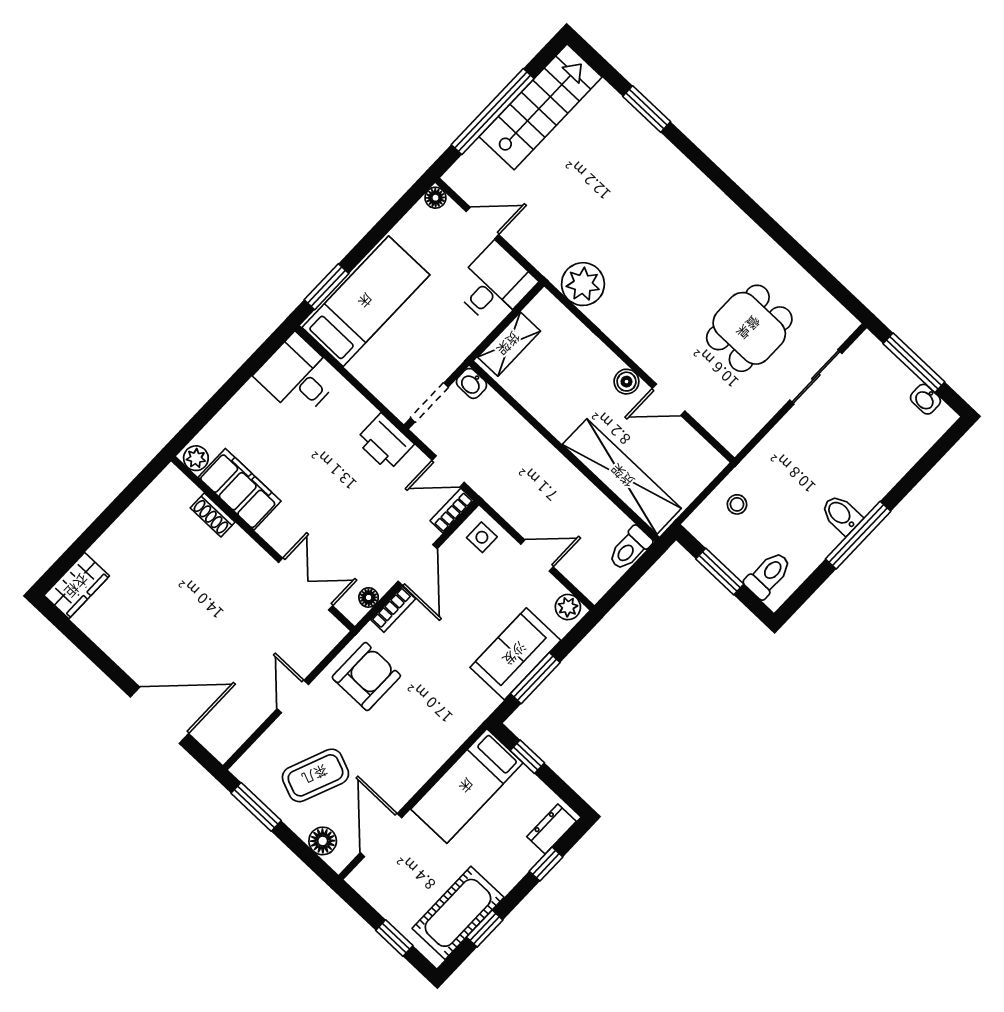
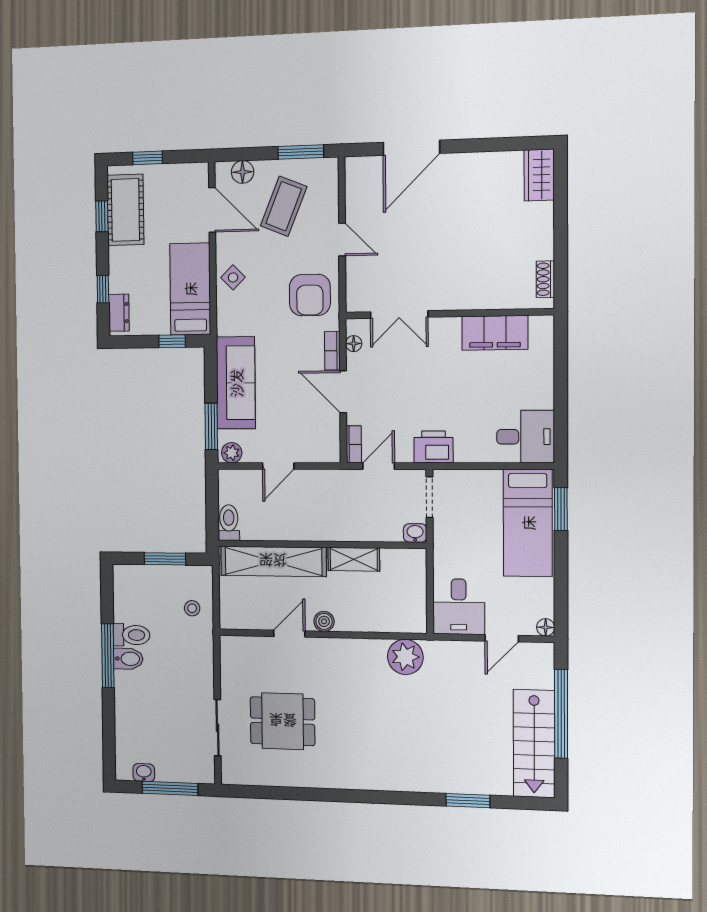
dining table: (749, 328) -> (283, 721), turned 90
shelving: (509, 344) -> (354, 559), moved, turned 90
plant: (196, 458) -> (540, 326), removed
shoe rack: (213, 515) -> (545, 279), moved, turned -90
side table: (482, 537) -> (233, 277), moved, turned 45
toilet: (768, 575) -> (131, 635), moved, turned -90
sofa: (515, 654) -> (236, 383), width x1.36
window: (535, 678) -> (211, 426), moved

